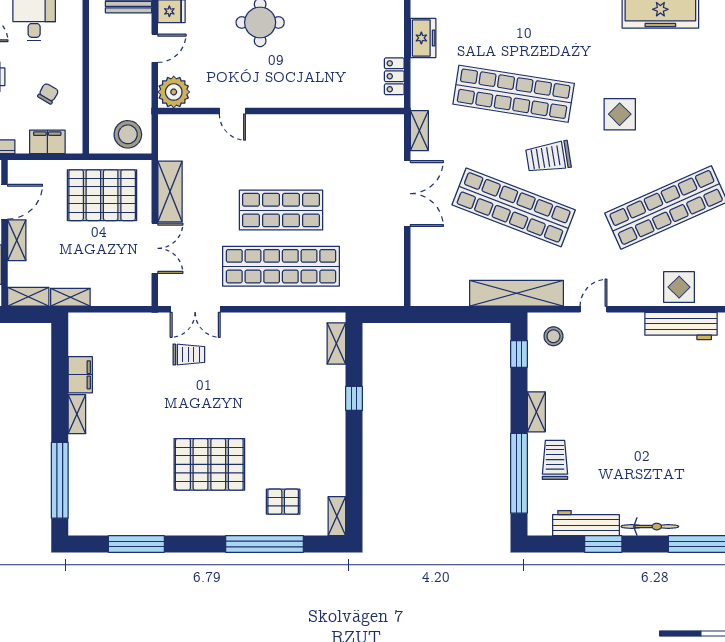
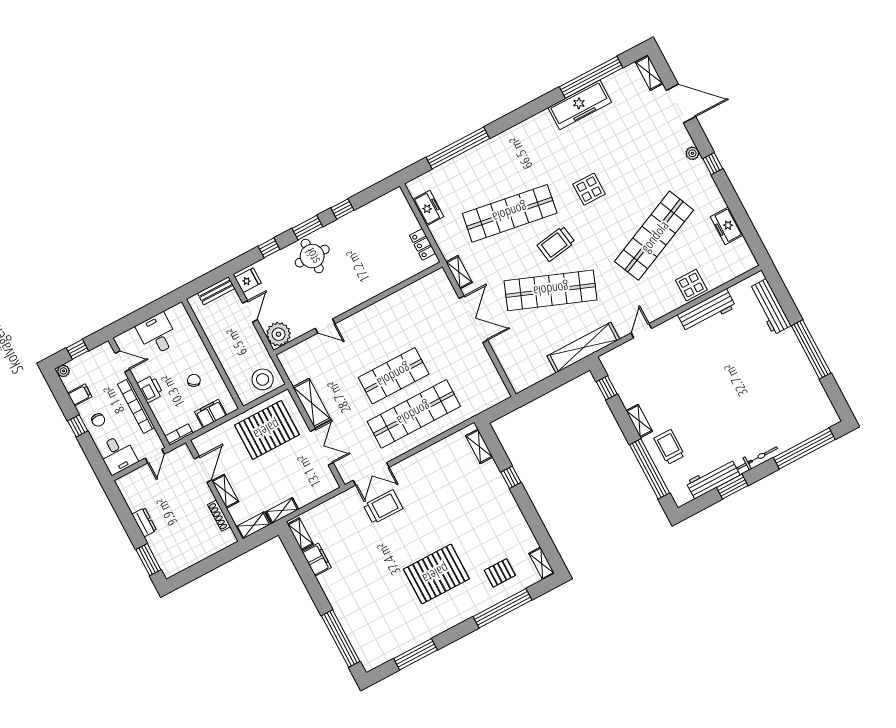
stool: (553, 336) -> (624, 364), removed
trolley: (189, 354) -> (383, 507), width x1.36, depth x1.39
shelving: (77, 414) -> (300, 534), moved

